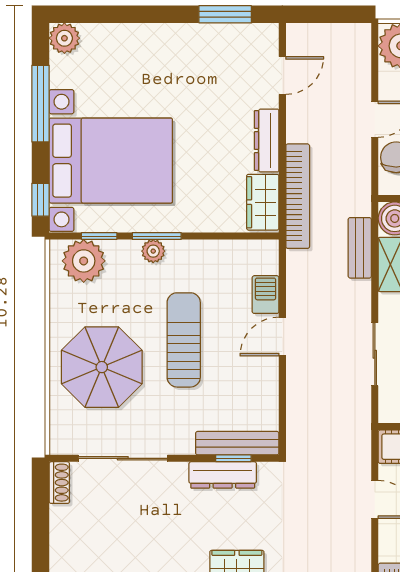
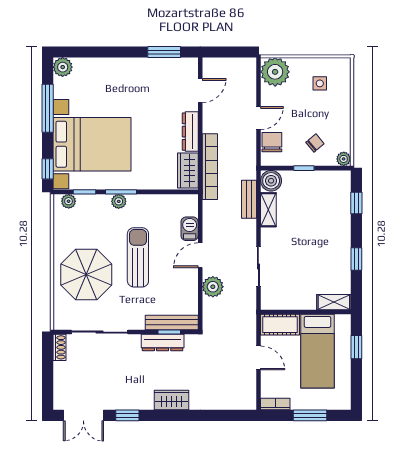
plant: (84, 261) -> (69, 201), width x0.53, depth x0.53
plant: (302, 386) -> (213, 287), added

